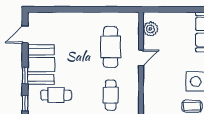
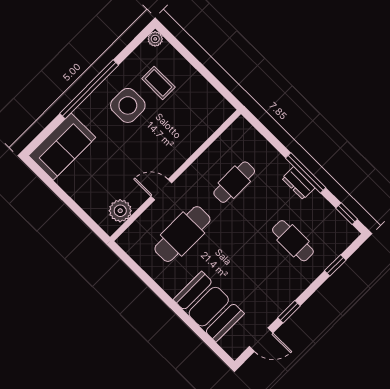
booth: (41, 65) -> (209, 307), moved, turned 90
window: (25, 75) -> (289, 312), moved

